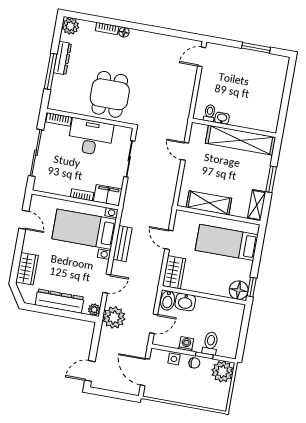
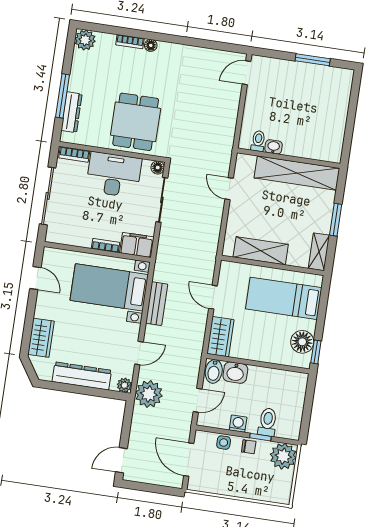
dresser: (62, 58) -> (72, 112), moved
floor lamp: (127, 132) -> (158, 168), added
floor lamp: (239, 290) -> (302, 342), moved

